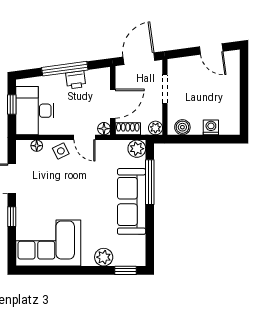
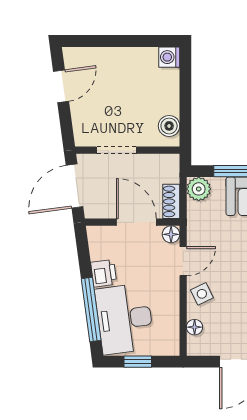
door: (139, 59) -> (74, 186), hinge flipped
window: (65, 69) -> (91, 309), moved
desk: (35, 111) -> (125, 319), moved, turned 82
washing machine: (211, 127) -> (169, 57), moved
plant: (155, 128) -> (170, 163), removed

